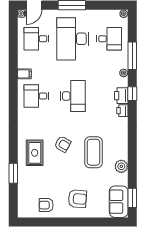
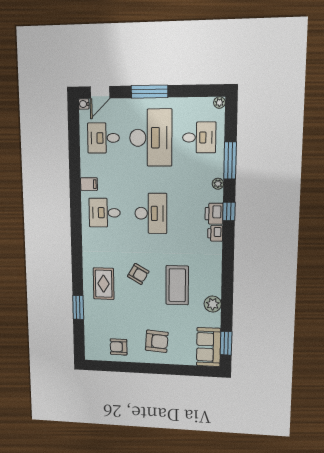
desk: (73, 39) -> (151, 138), turned 180

